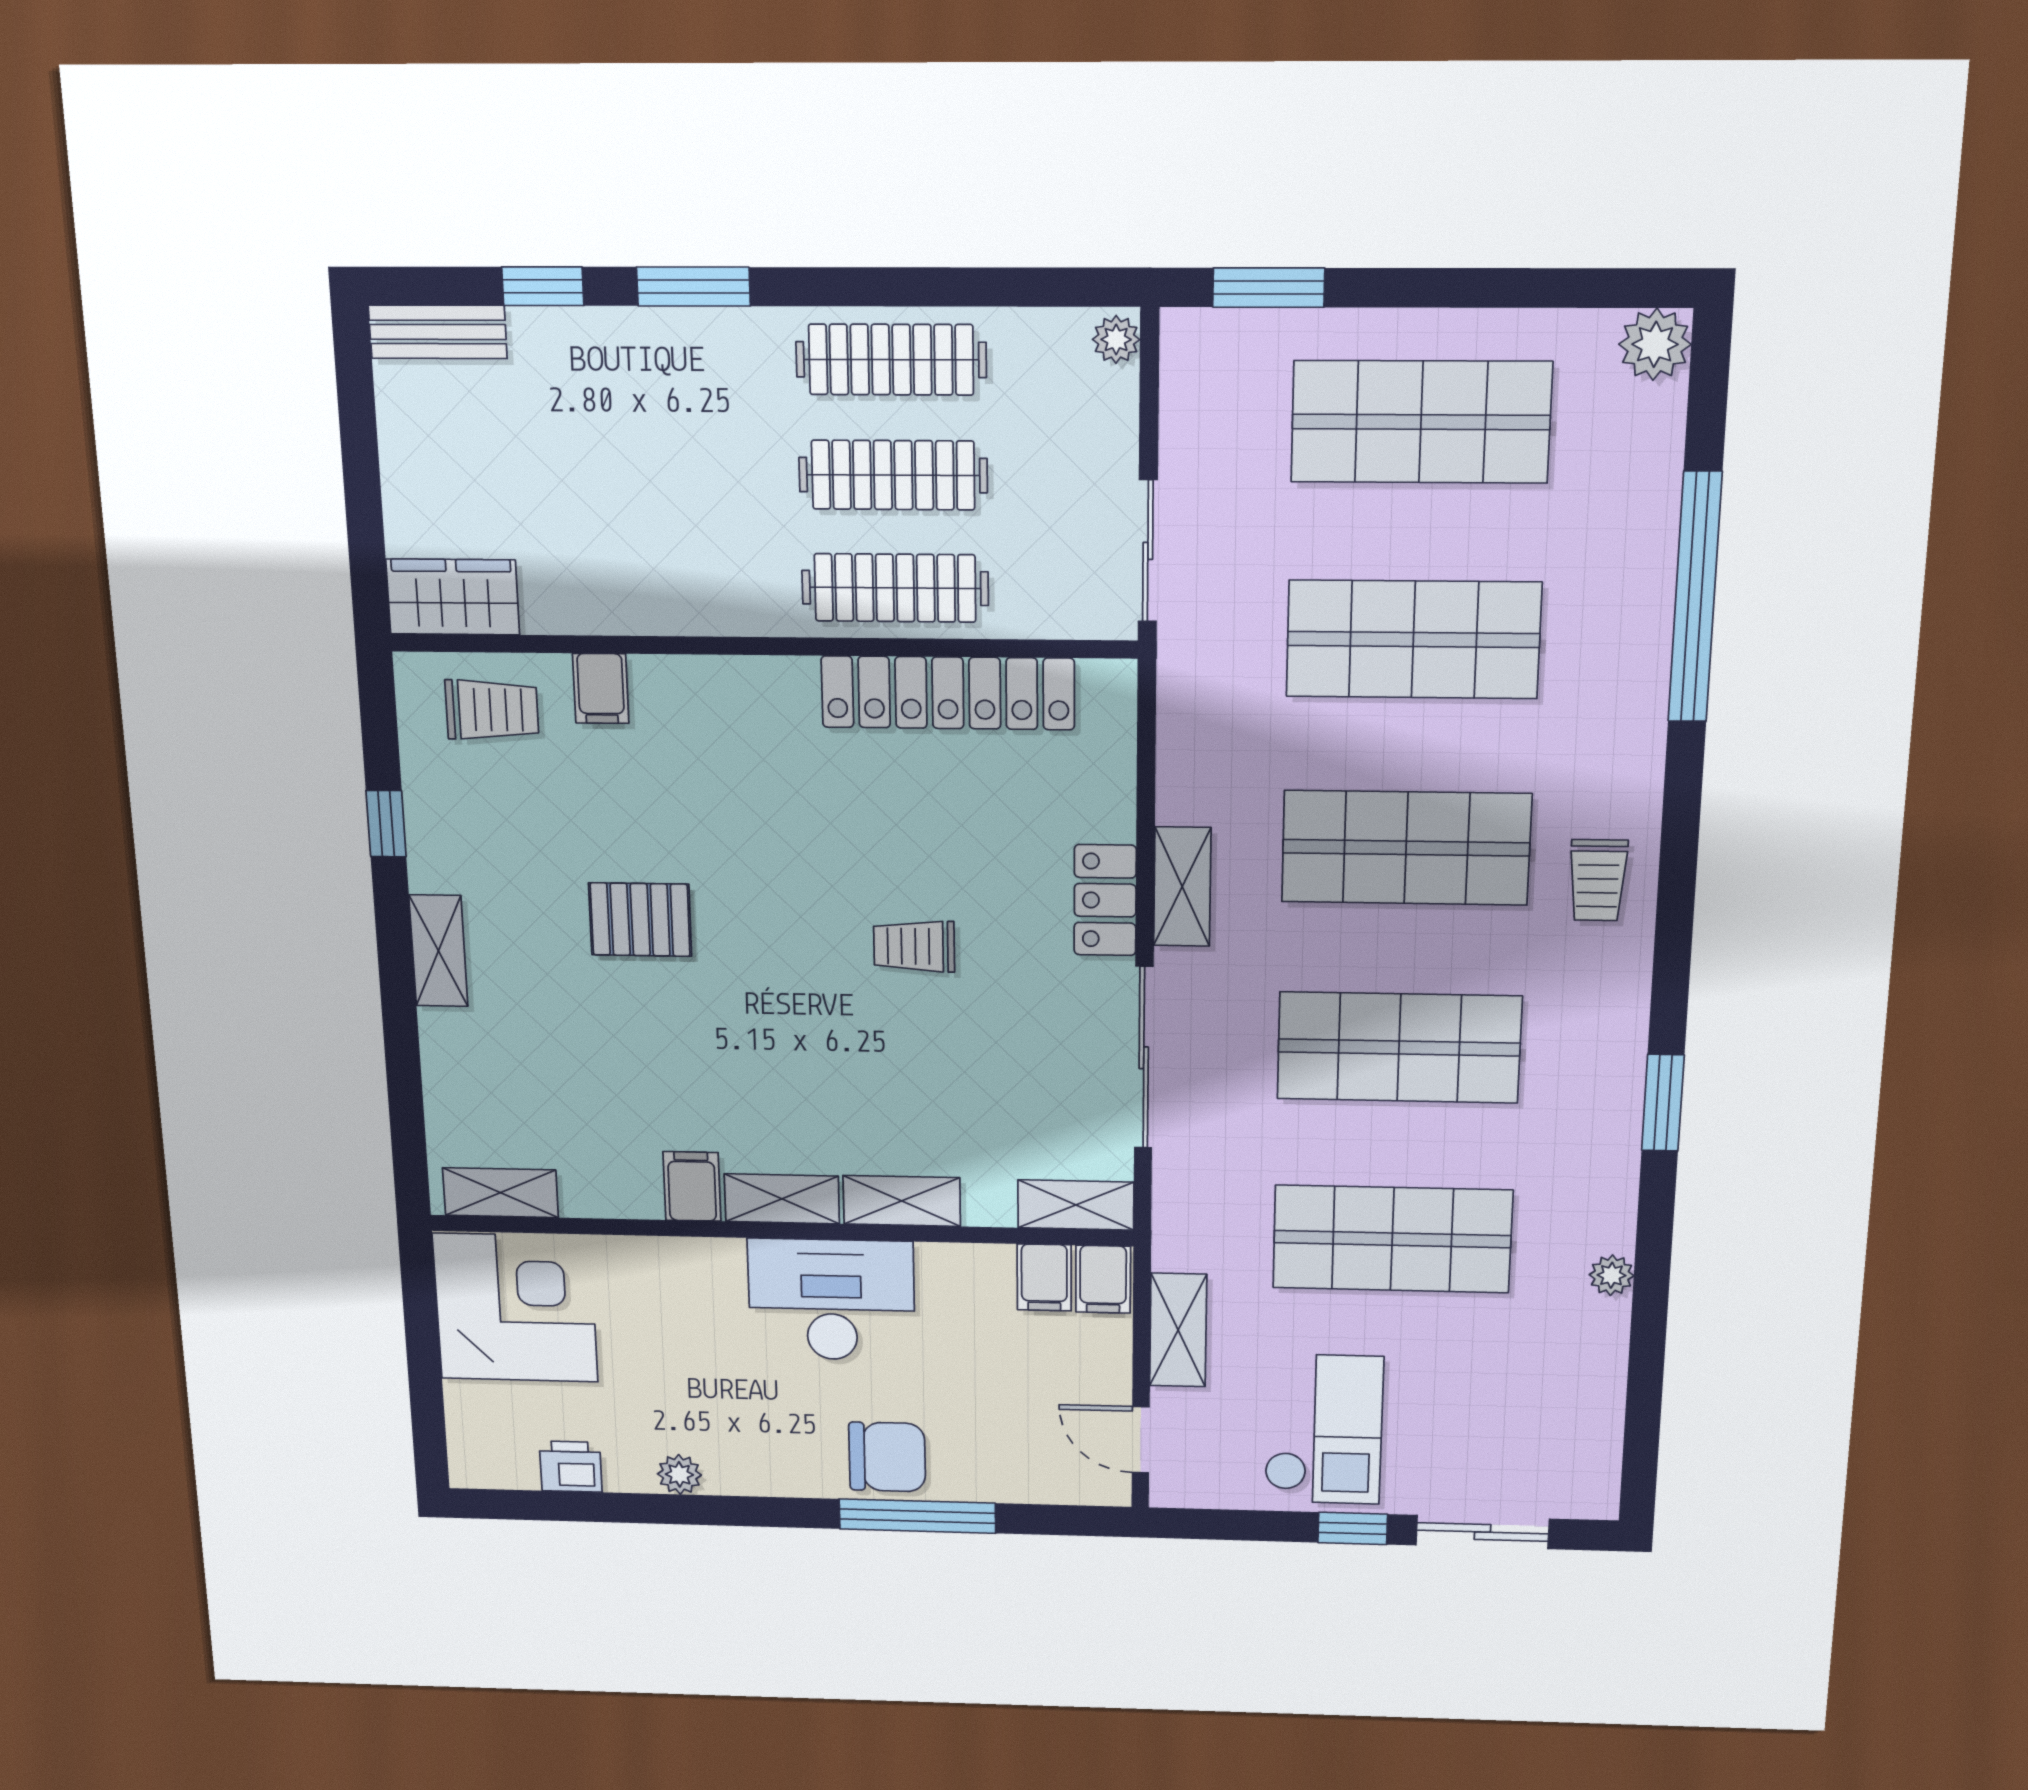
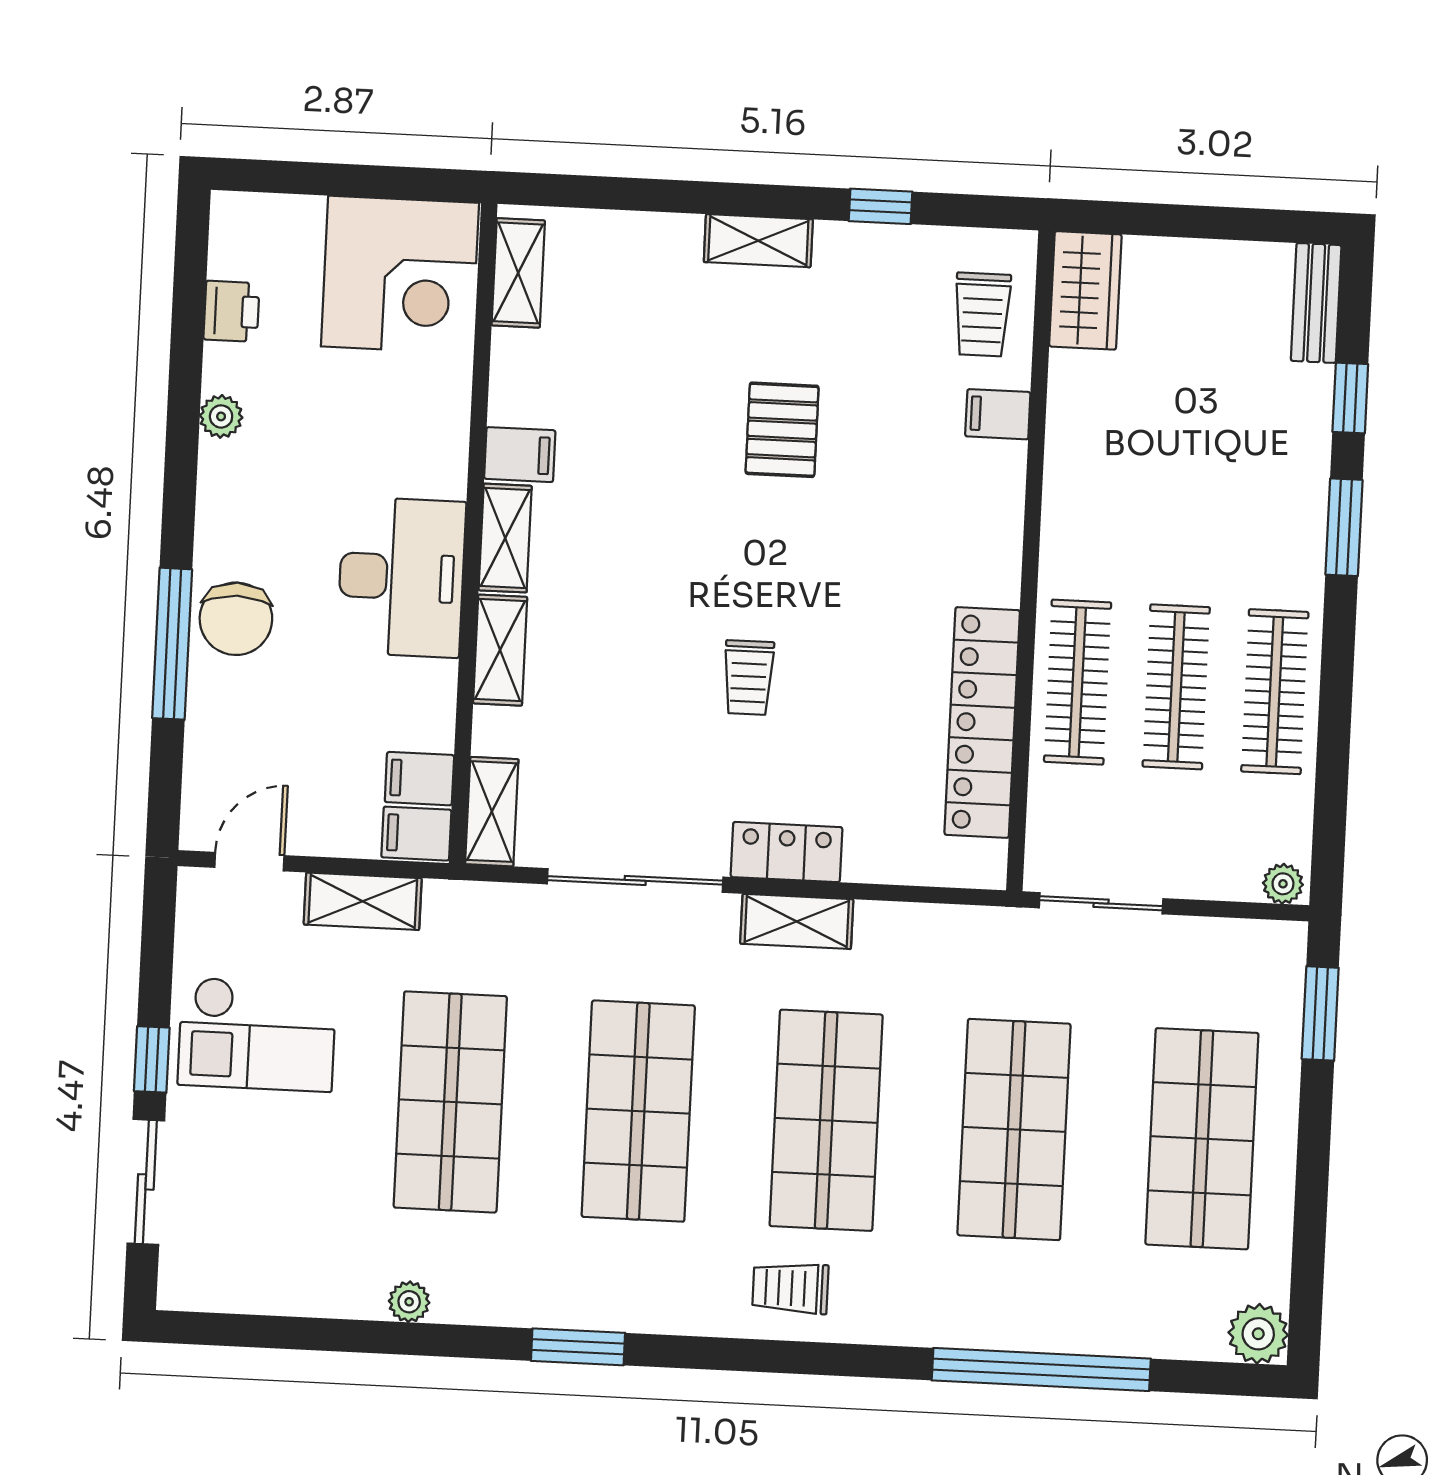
trolley: (914, 946) -> (749, 678), turned 180

